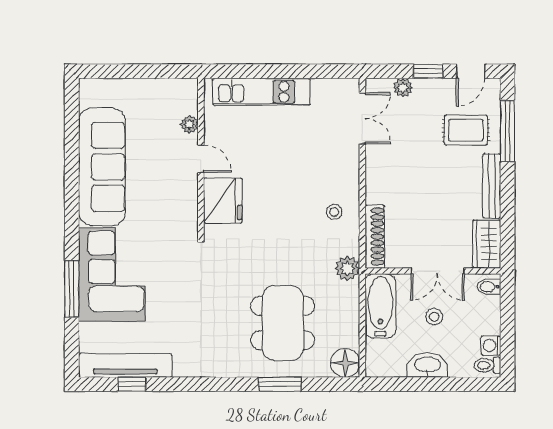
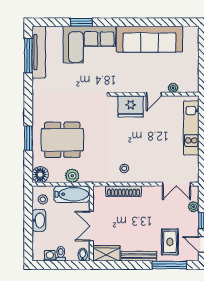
shoe rack: (375, 237) -> (124, 191), moved
plant: (347, 268) -> (72, 176), moved
window: (72, 289) -> (81, 22), width x0.69
stool: (434, 317) -> (43, 199), moved
toilet: (487, 365) -> (61, 254), moved
window: (132, 384) -> (28, 56), width x2.17

